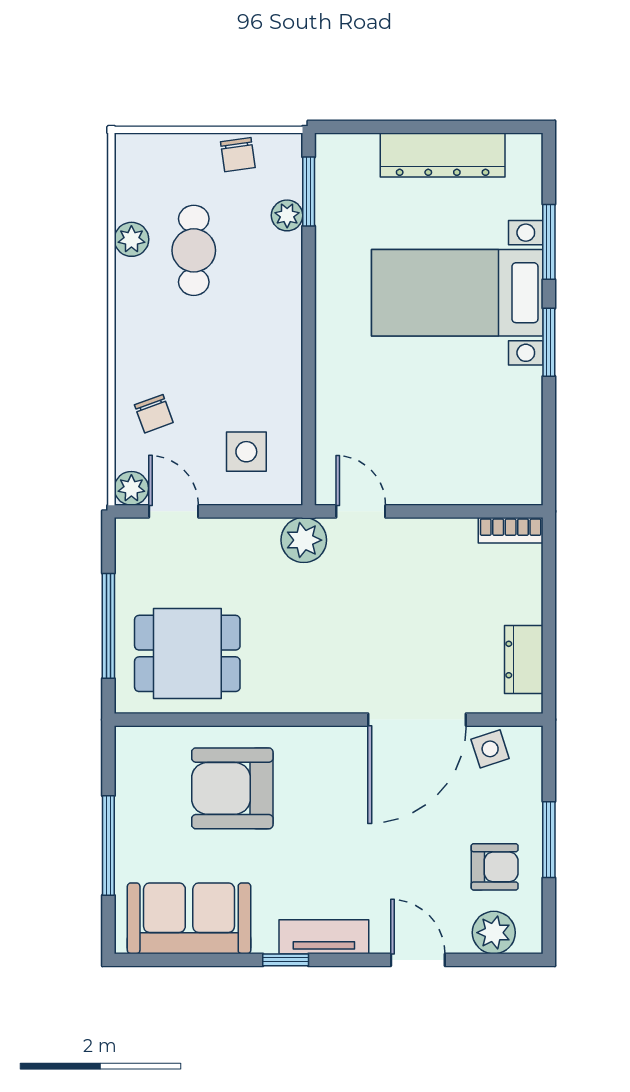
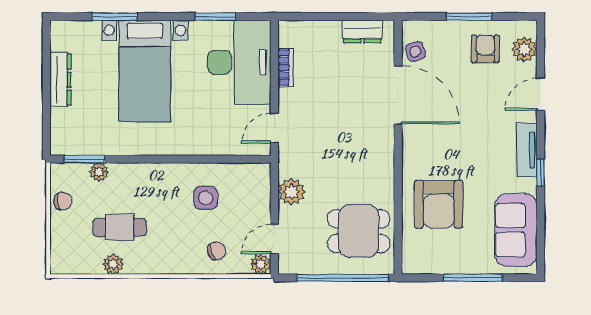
dresser: (443, 155) -> (60, 80), width x0.73, depth x0.80
window: (549, 342) -> (215, 17), moved
side table: (246, 452) -> (206, 198), moved
desk: (472, 452) -> (239, 62), added
bookcase: (511, 530) -> (286, 68), moved
plant: (304, 540) -> (291, 192), moved
window: (108, 626) -> (342, 278), width x1.46
dining table: (187, 653) -> (359, 231), turned 90

